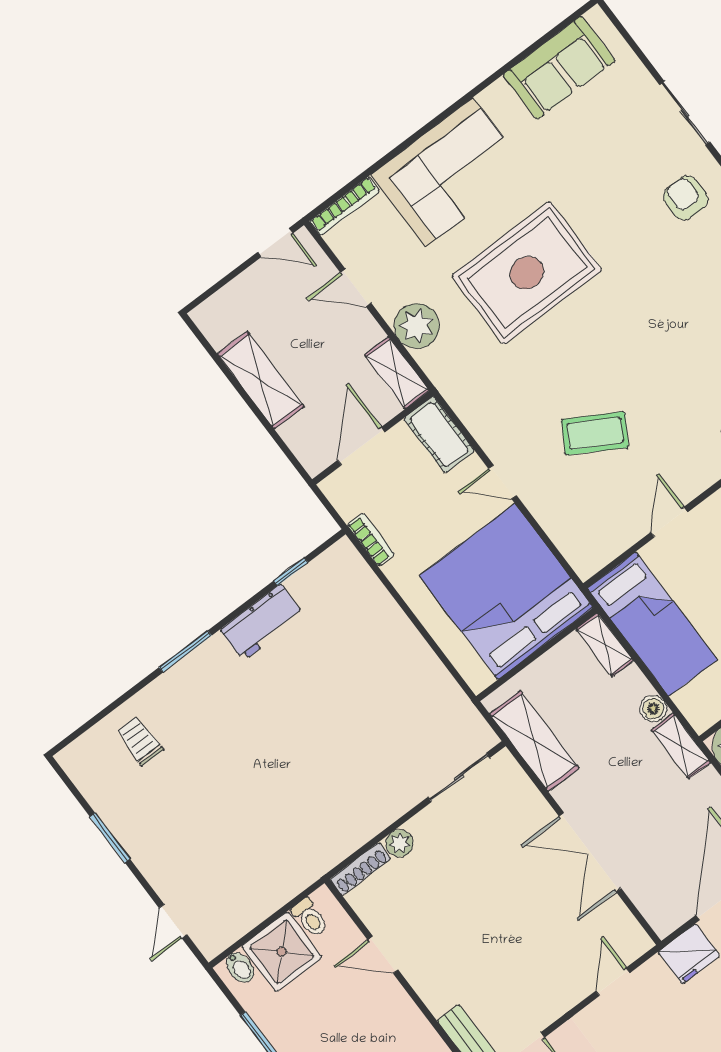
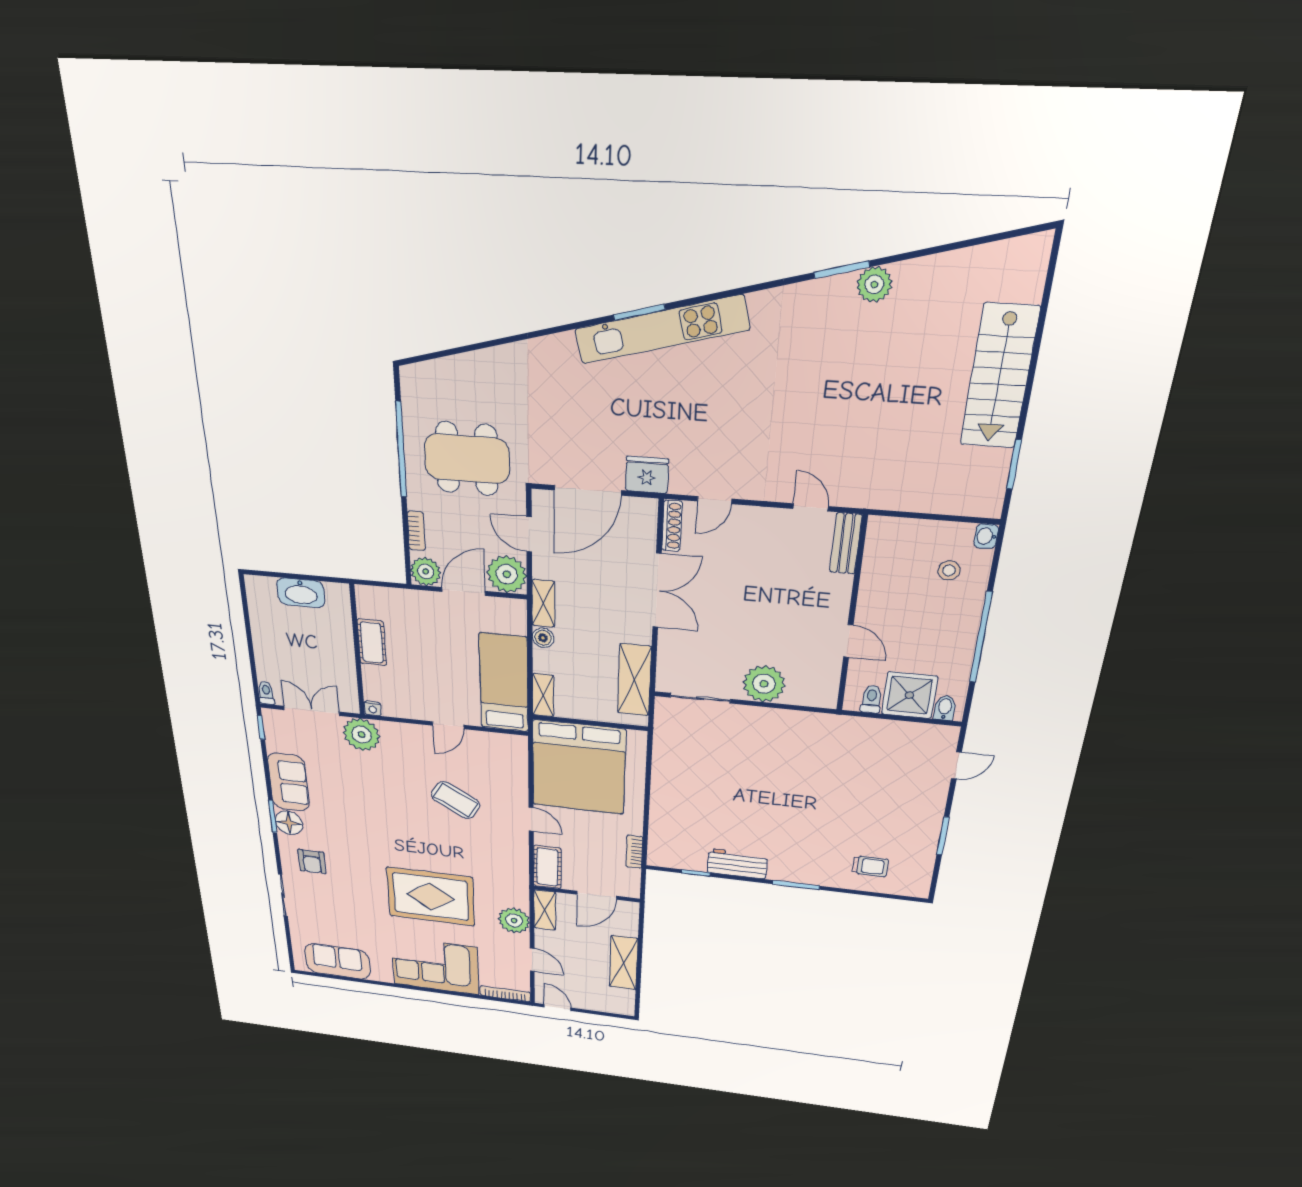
trolley: (140, 741) -> (870, 866), turned -90
plant: (400, 843) -> (764, 684), width x1.88, depth x1.88
shoe rack: (360, 869) -> (672, 526), moved, turned 90

